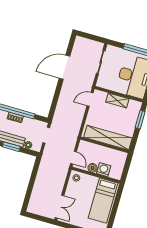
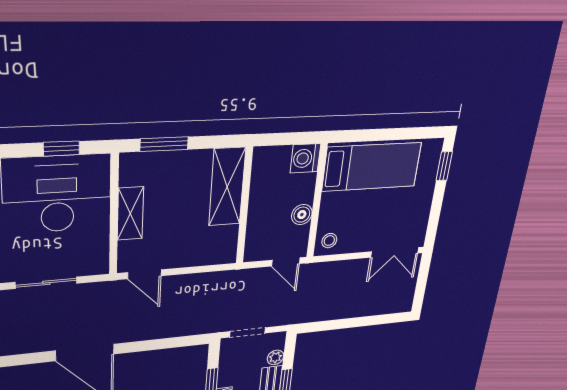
shelving: (108, 138) -> (227, 187), width x0.68
door: (74, 158) -> (286, 262), swing flipped
washing machine: (104, 170) -> (305, 158), moved
double door: (60, 207) -> (395, 252), swing flipped

